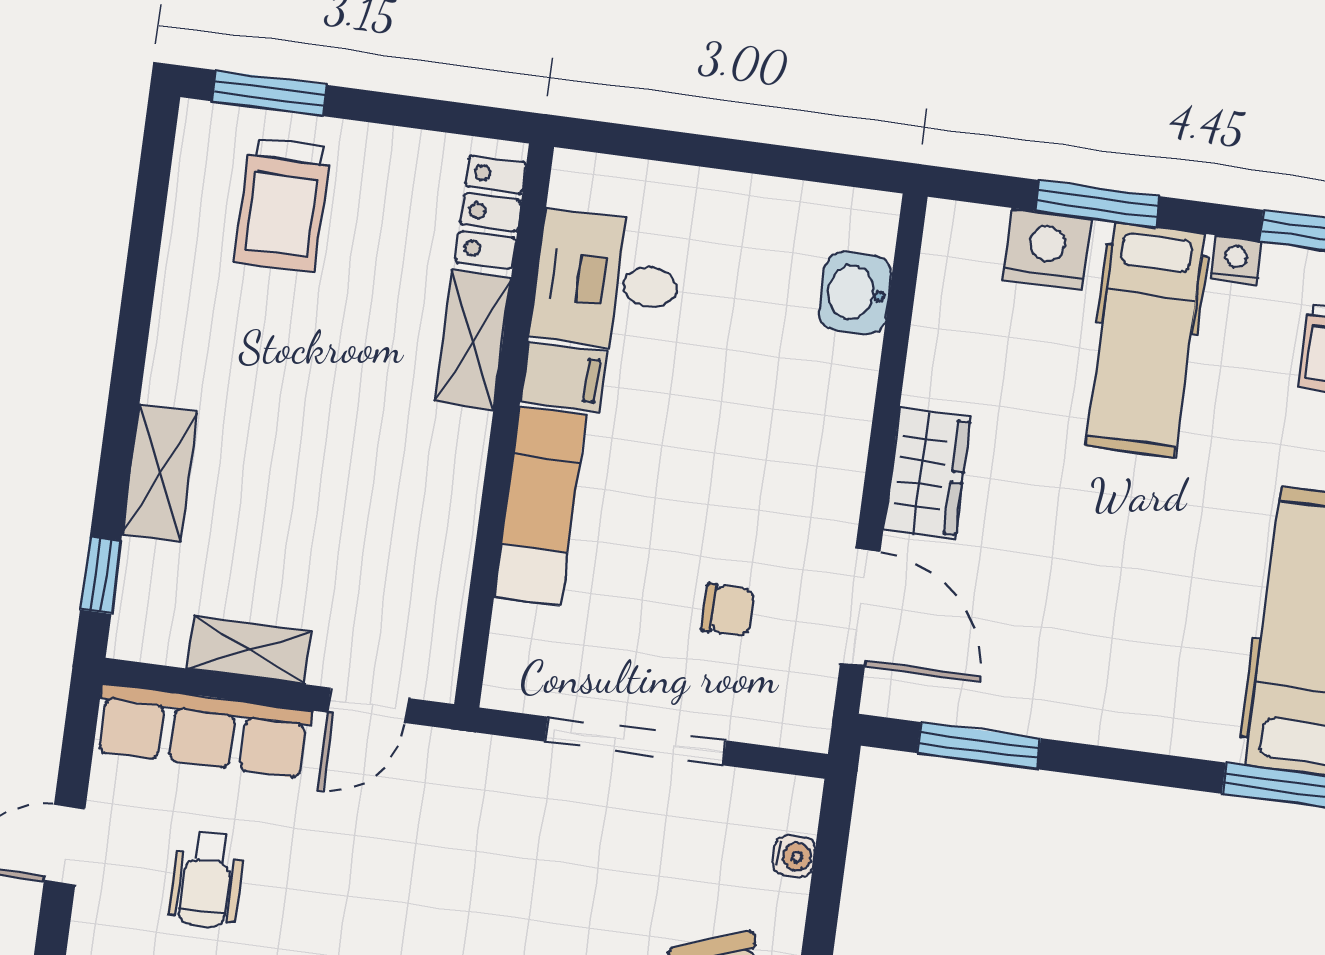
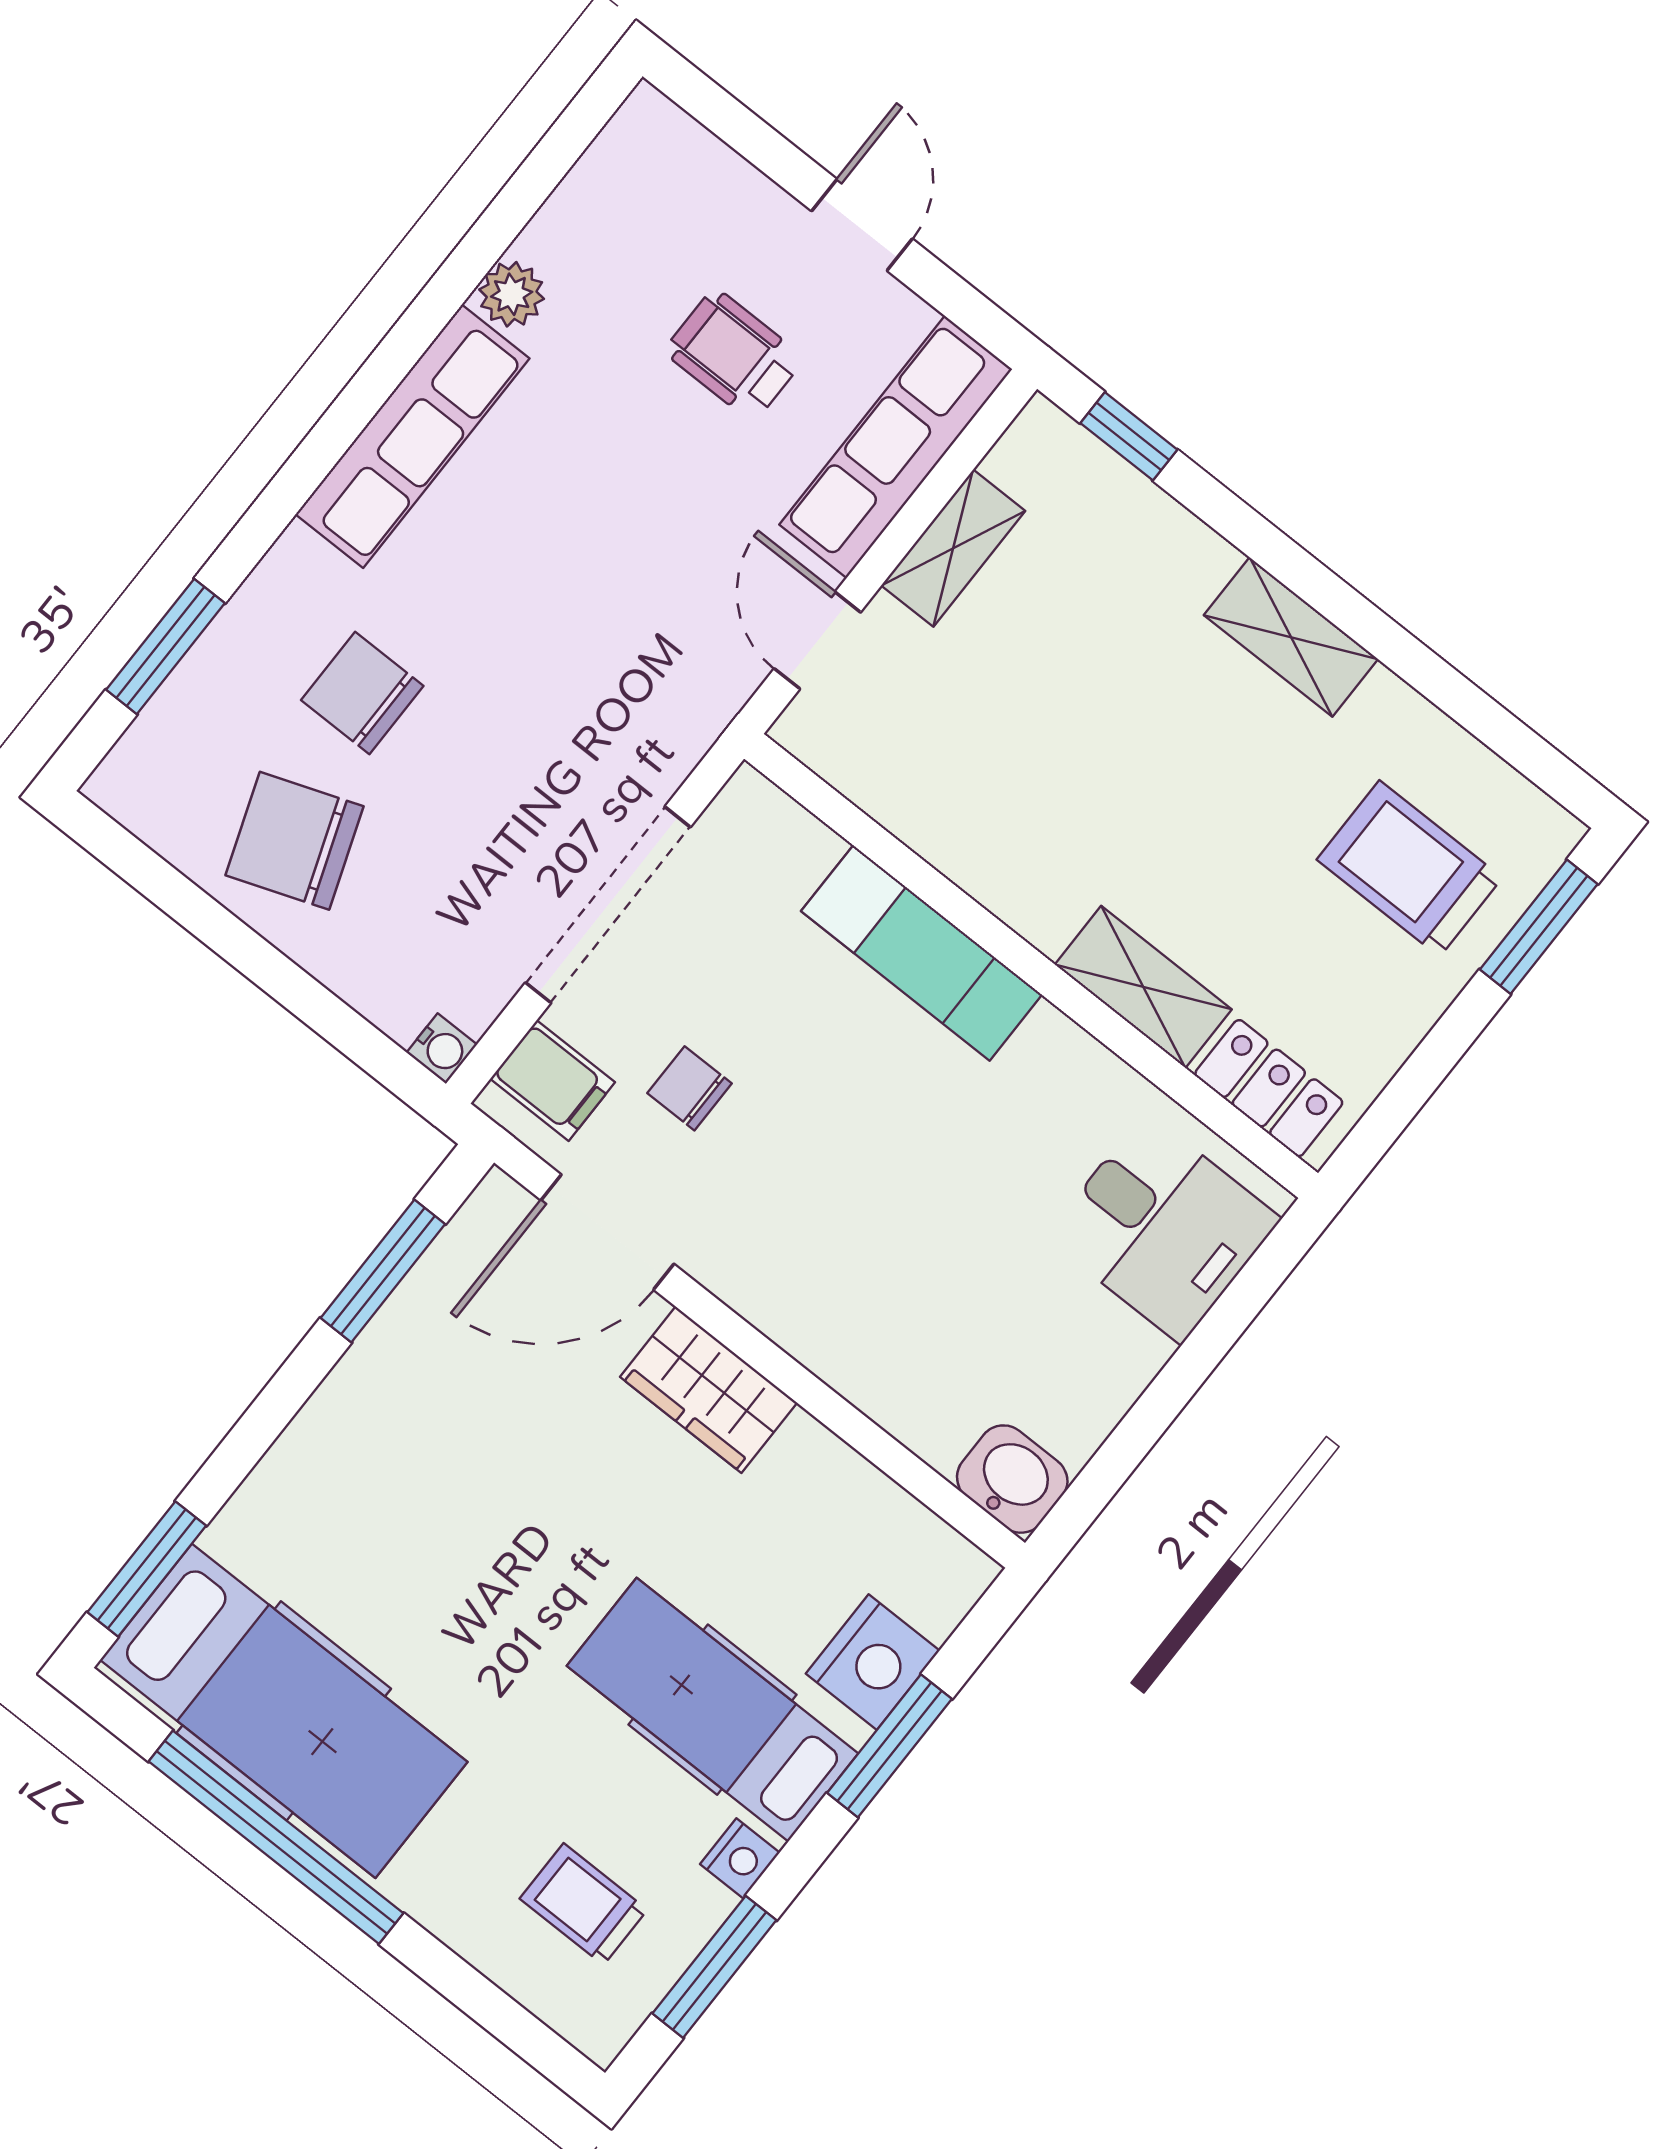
desk: (607, 281) -> (1163, 1228), moved, turned 90
washbasin: (855, 293) -> (1012, 1479), moved
filing cabinet: (564, 377) -> (553, 1081), moved, turned -90
shelving: (160, 473) -> (1291, 637), moved
chair: (728, 610) -> (690, 1088), turned 90
water cooler: (794, 856) -> (442, 1049), moved, turned -90

